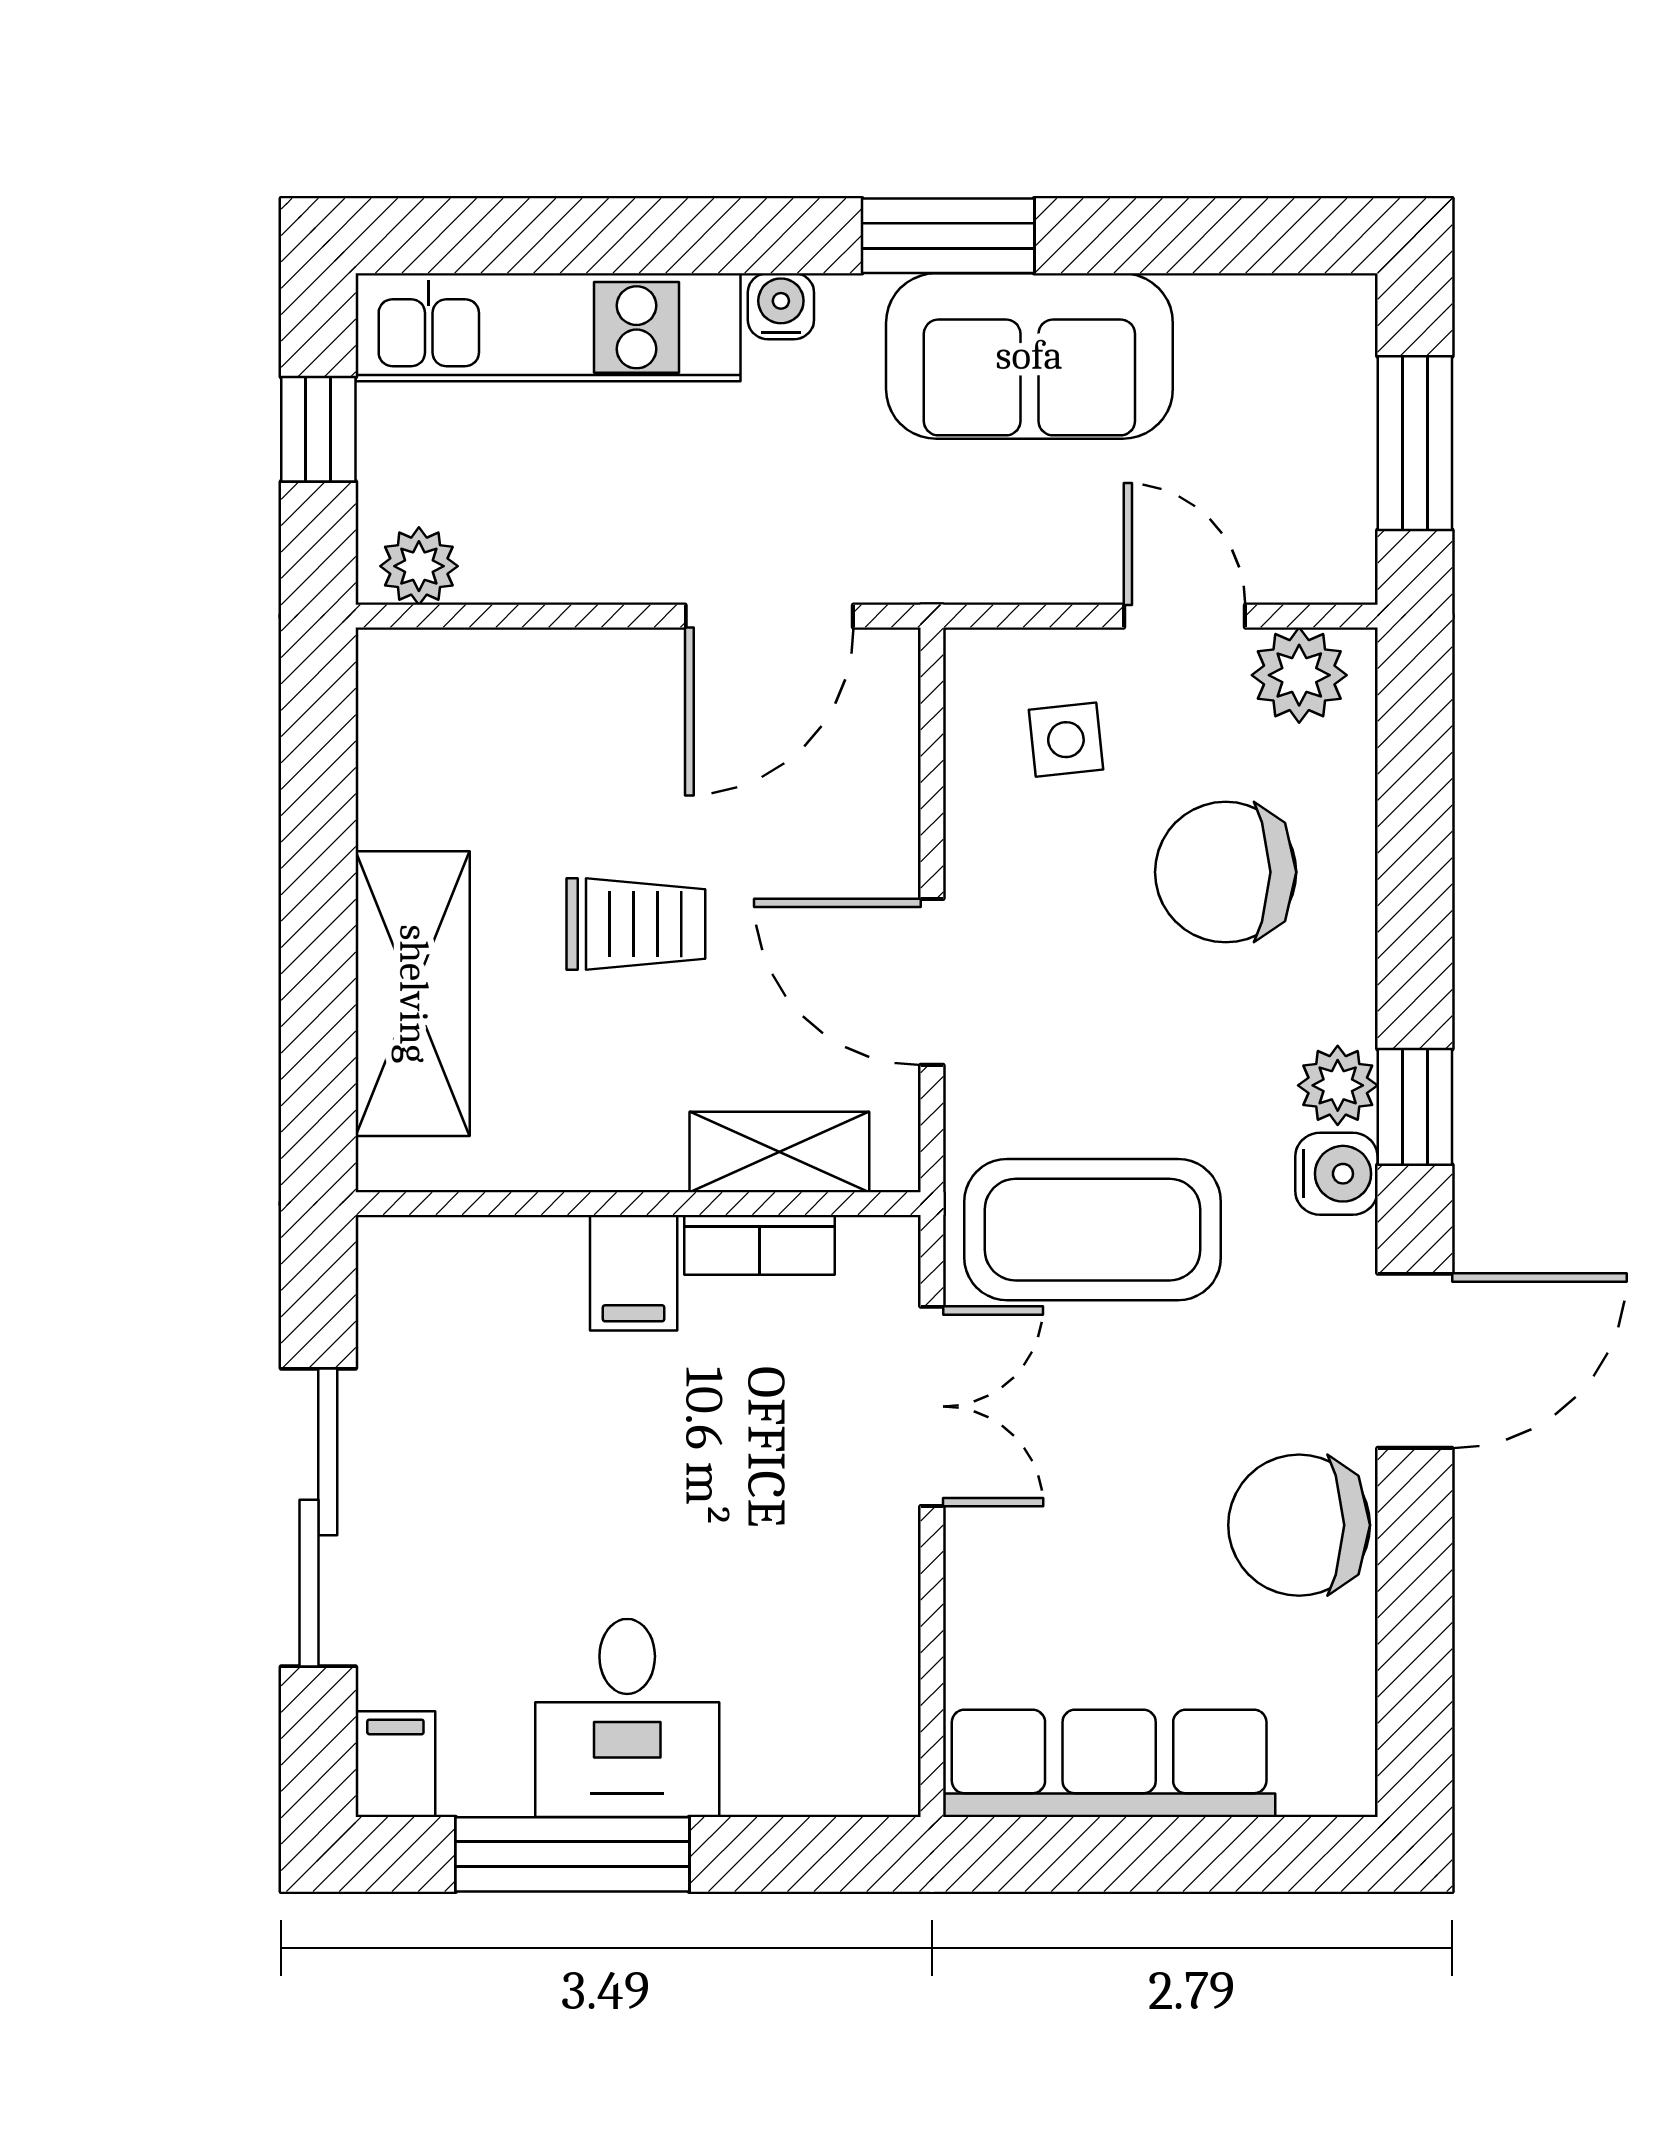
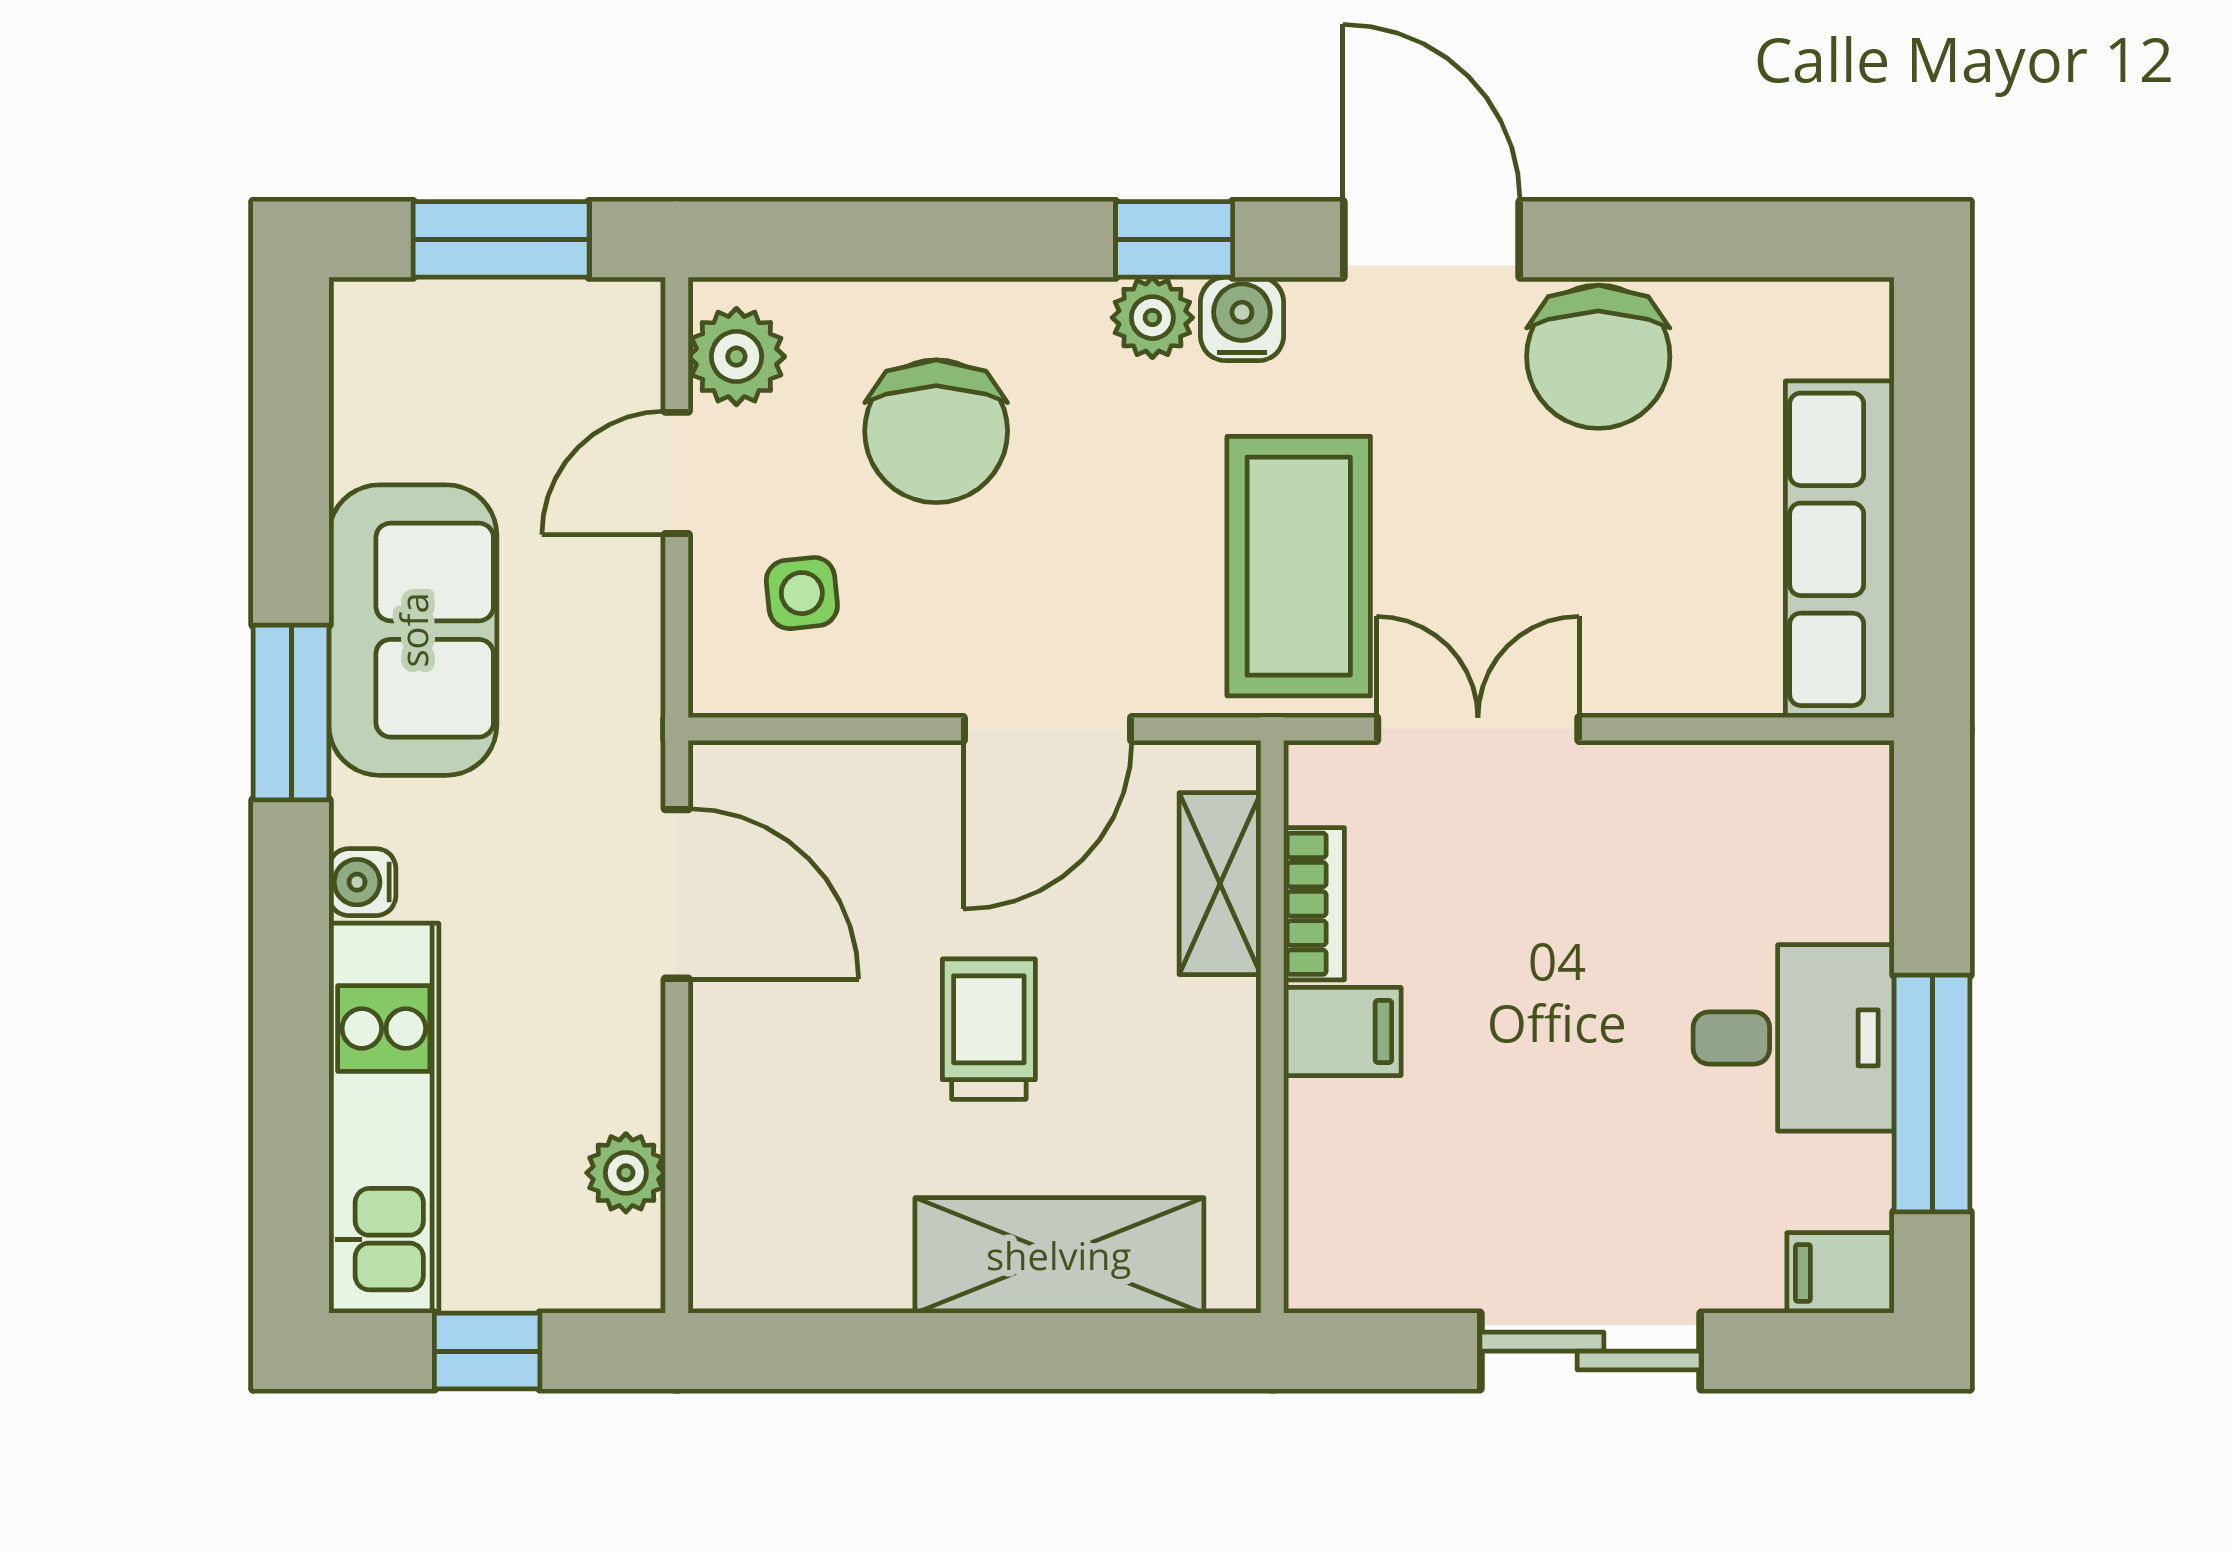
plant: (419, 566) -> (626, 1173), moved
sliding door: (318, 1517) -> (1591, 1351), width x0.73

